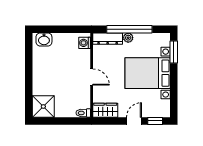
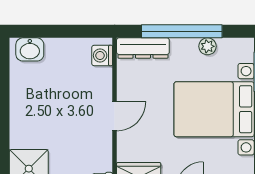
plant: (128, 38) -> (208, 46), moved
door: (92, 77) -> (115, 116), hinge flipped

